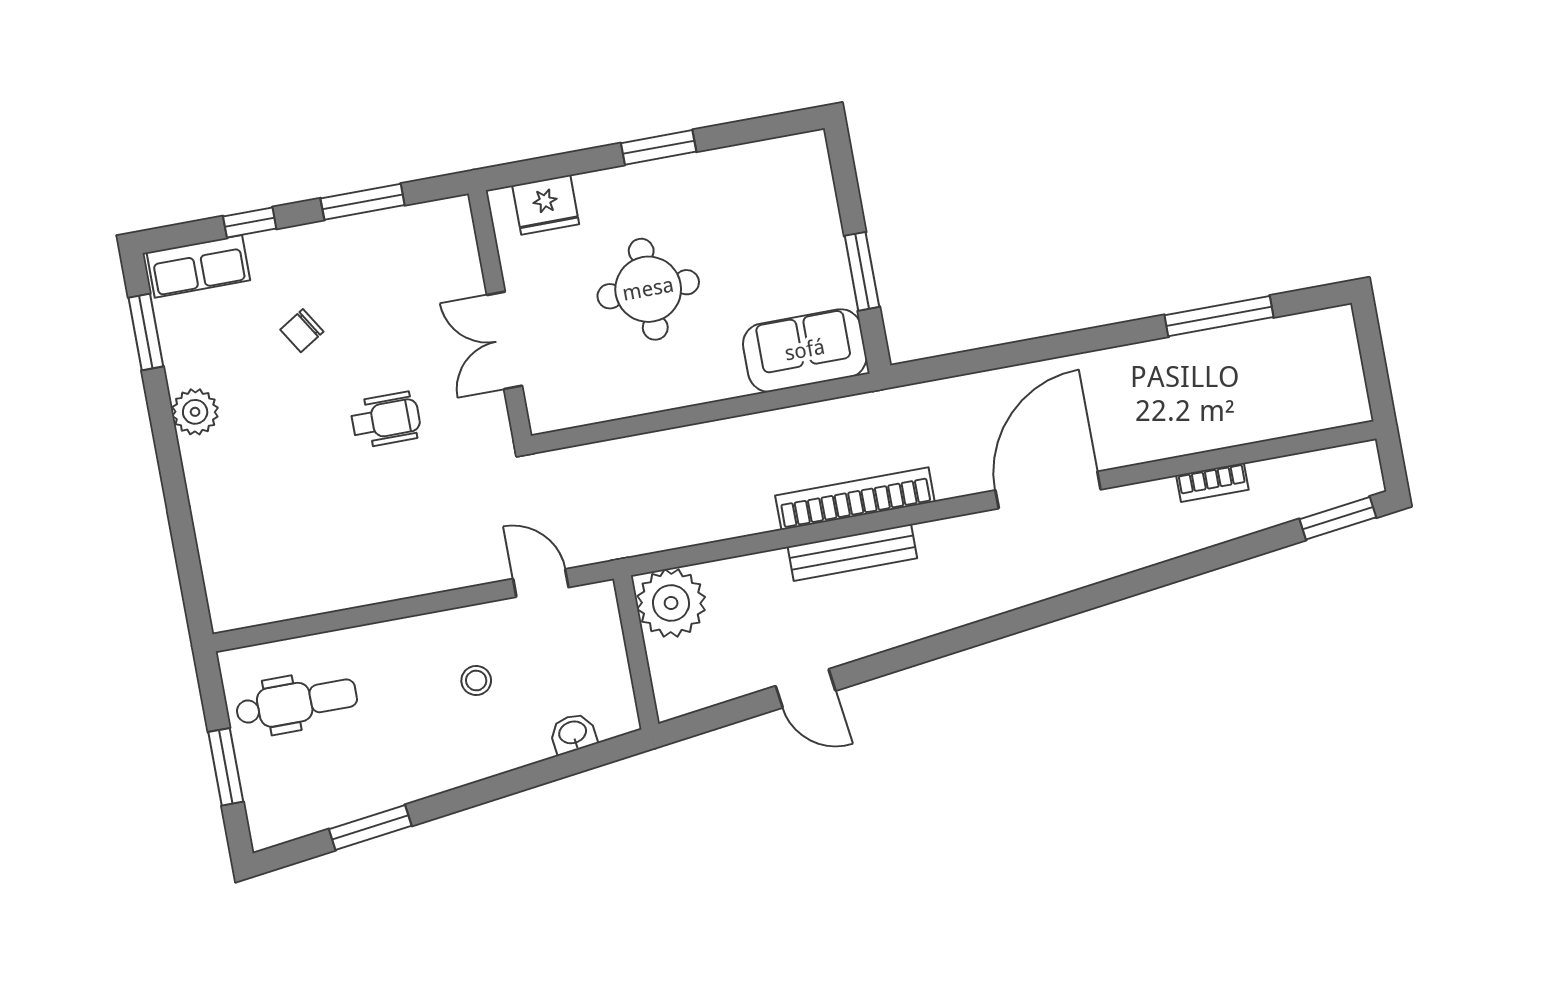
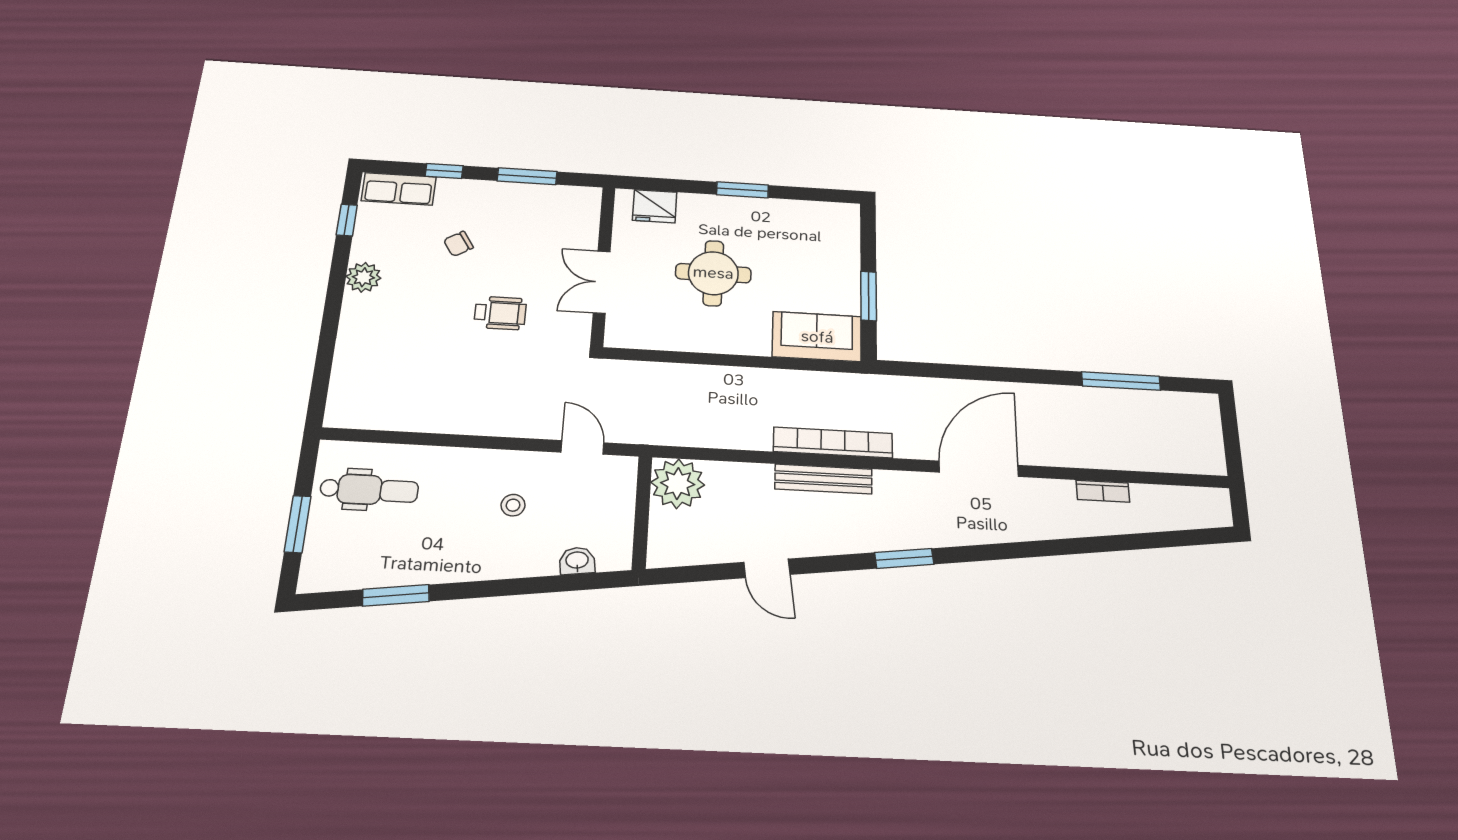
window: (146, 332) -> (347, 220), width x0.67
window: (1338, 518) -> (904, 558), moved

